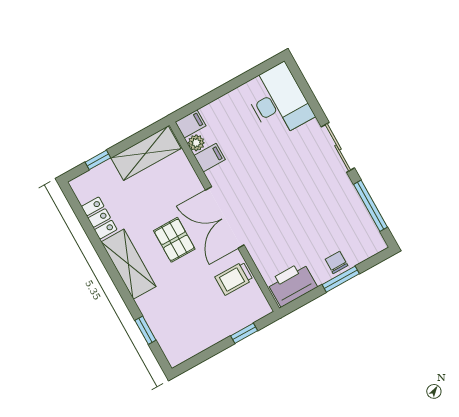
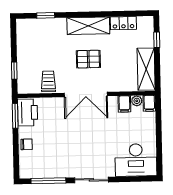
double door: (225, 218) -> (86, 95), swing flipped
window: (341, 279) -> (15, 116), moved

